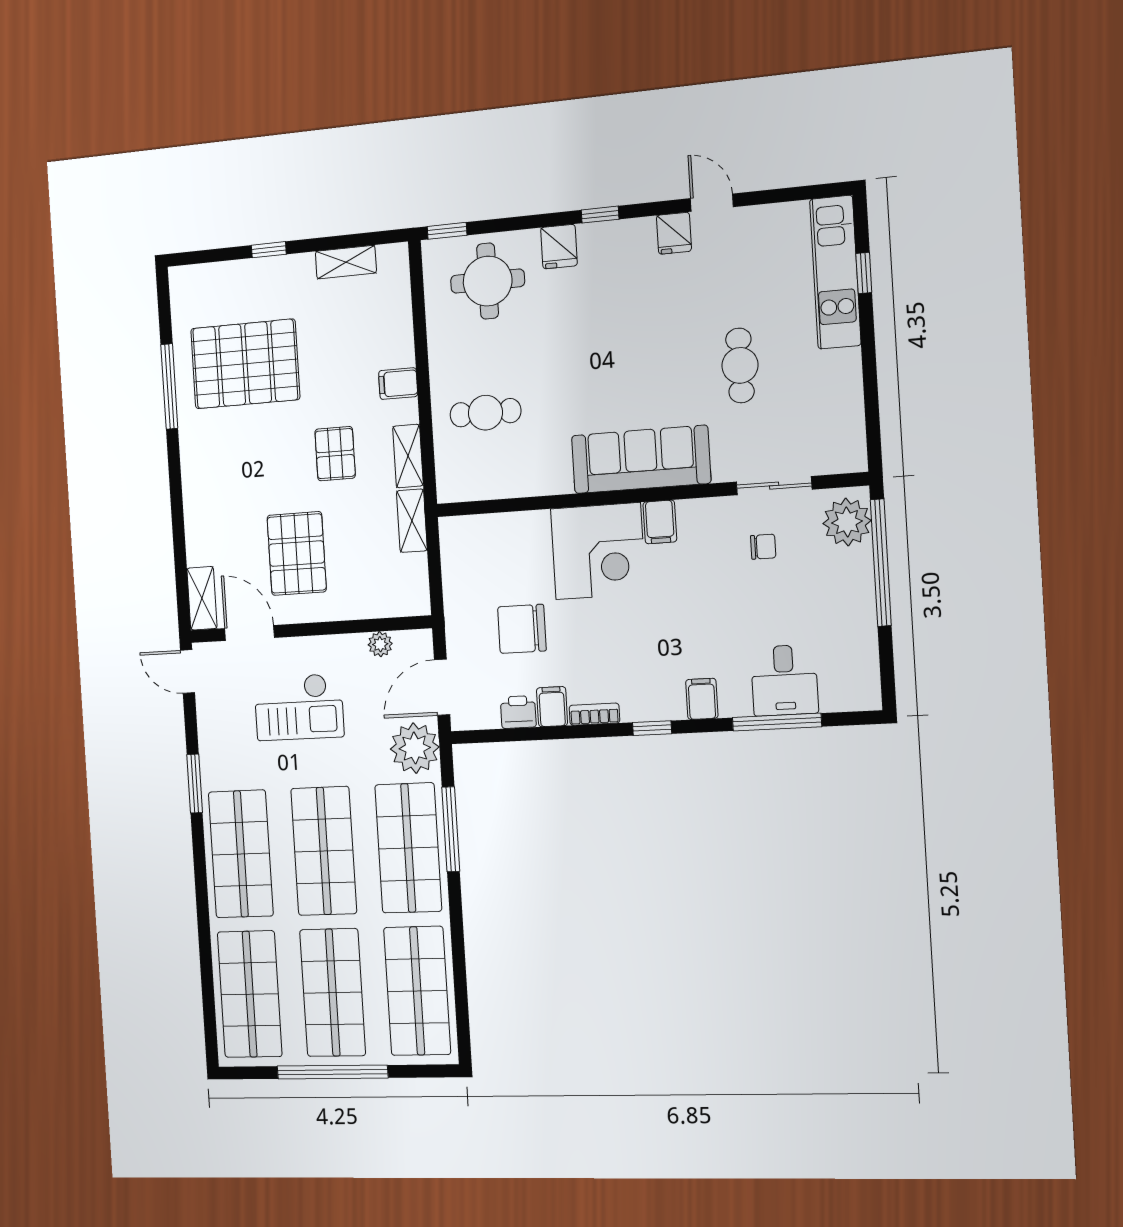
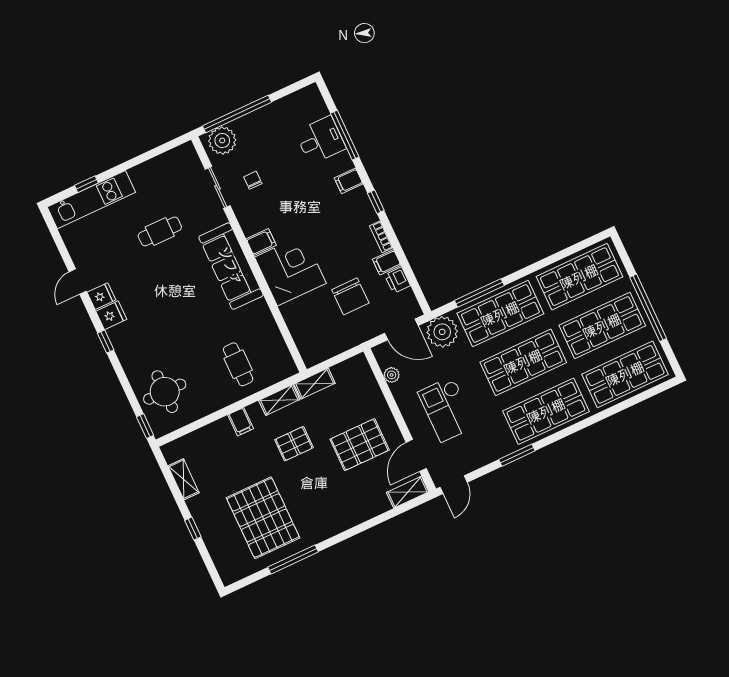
fridge: (559, 247) -> (111, 315), moved
checkout: (299, 707) -> (447, 409), turned 180

